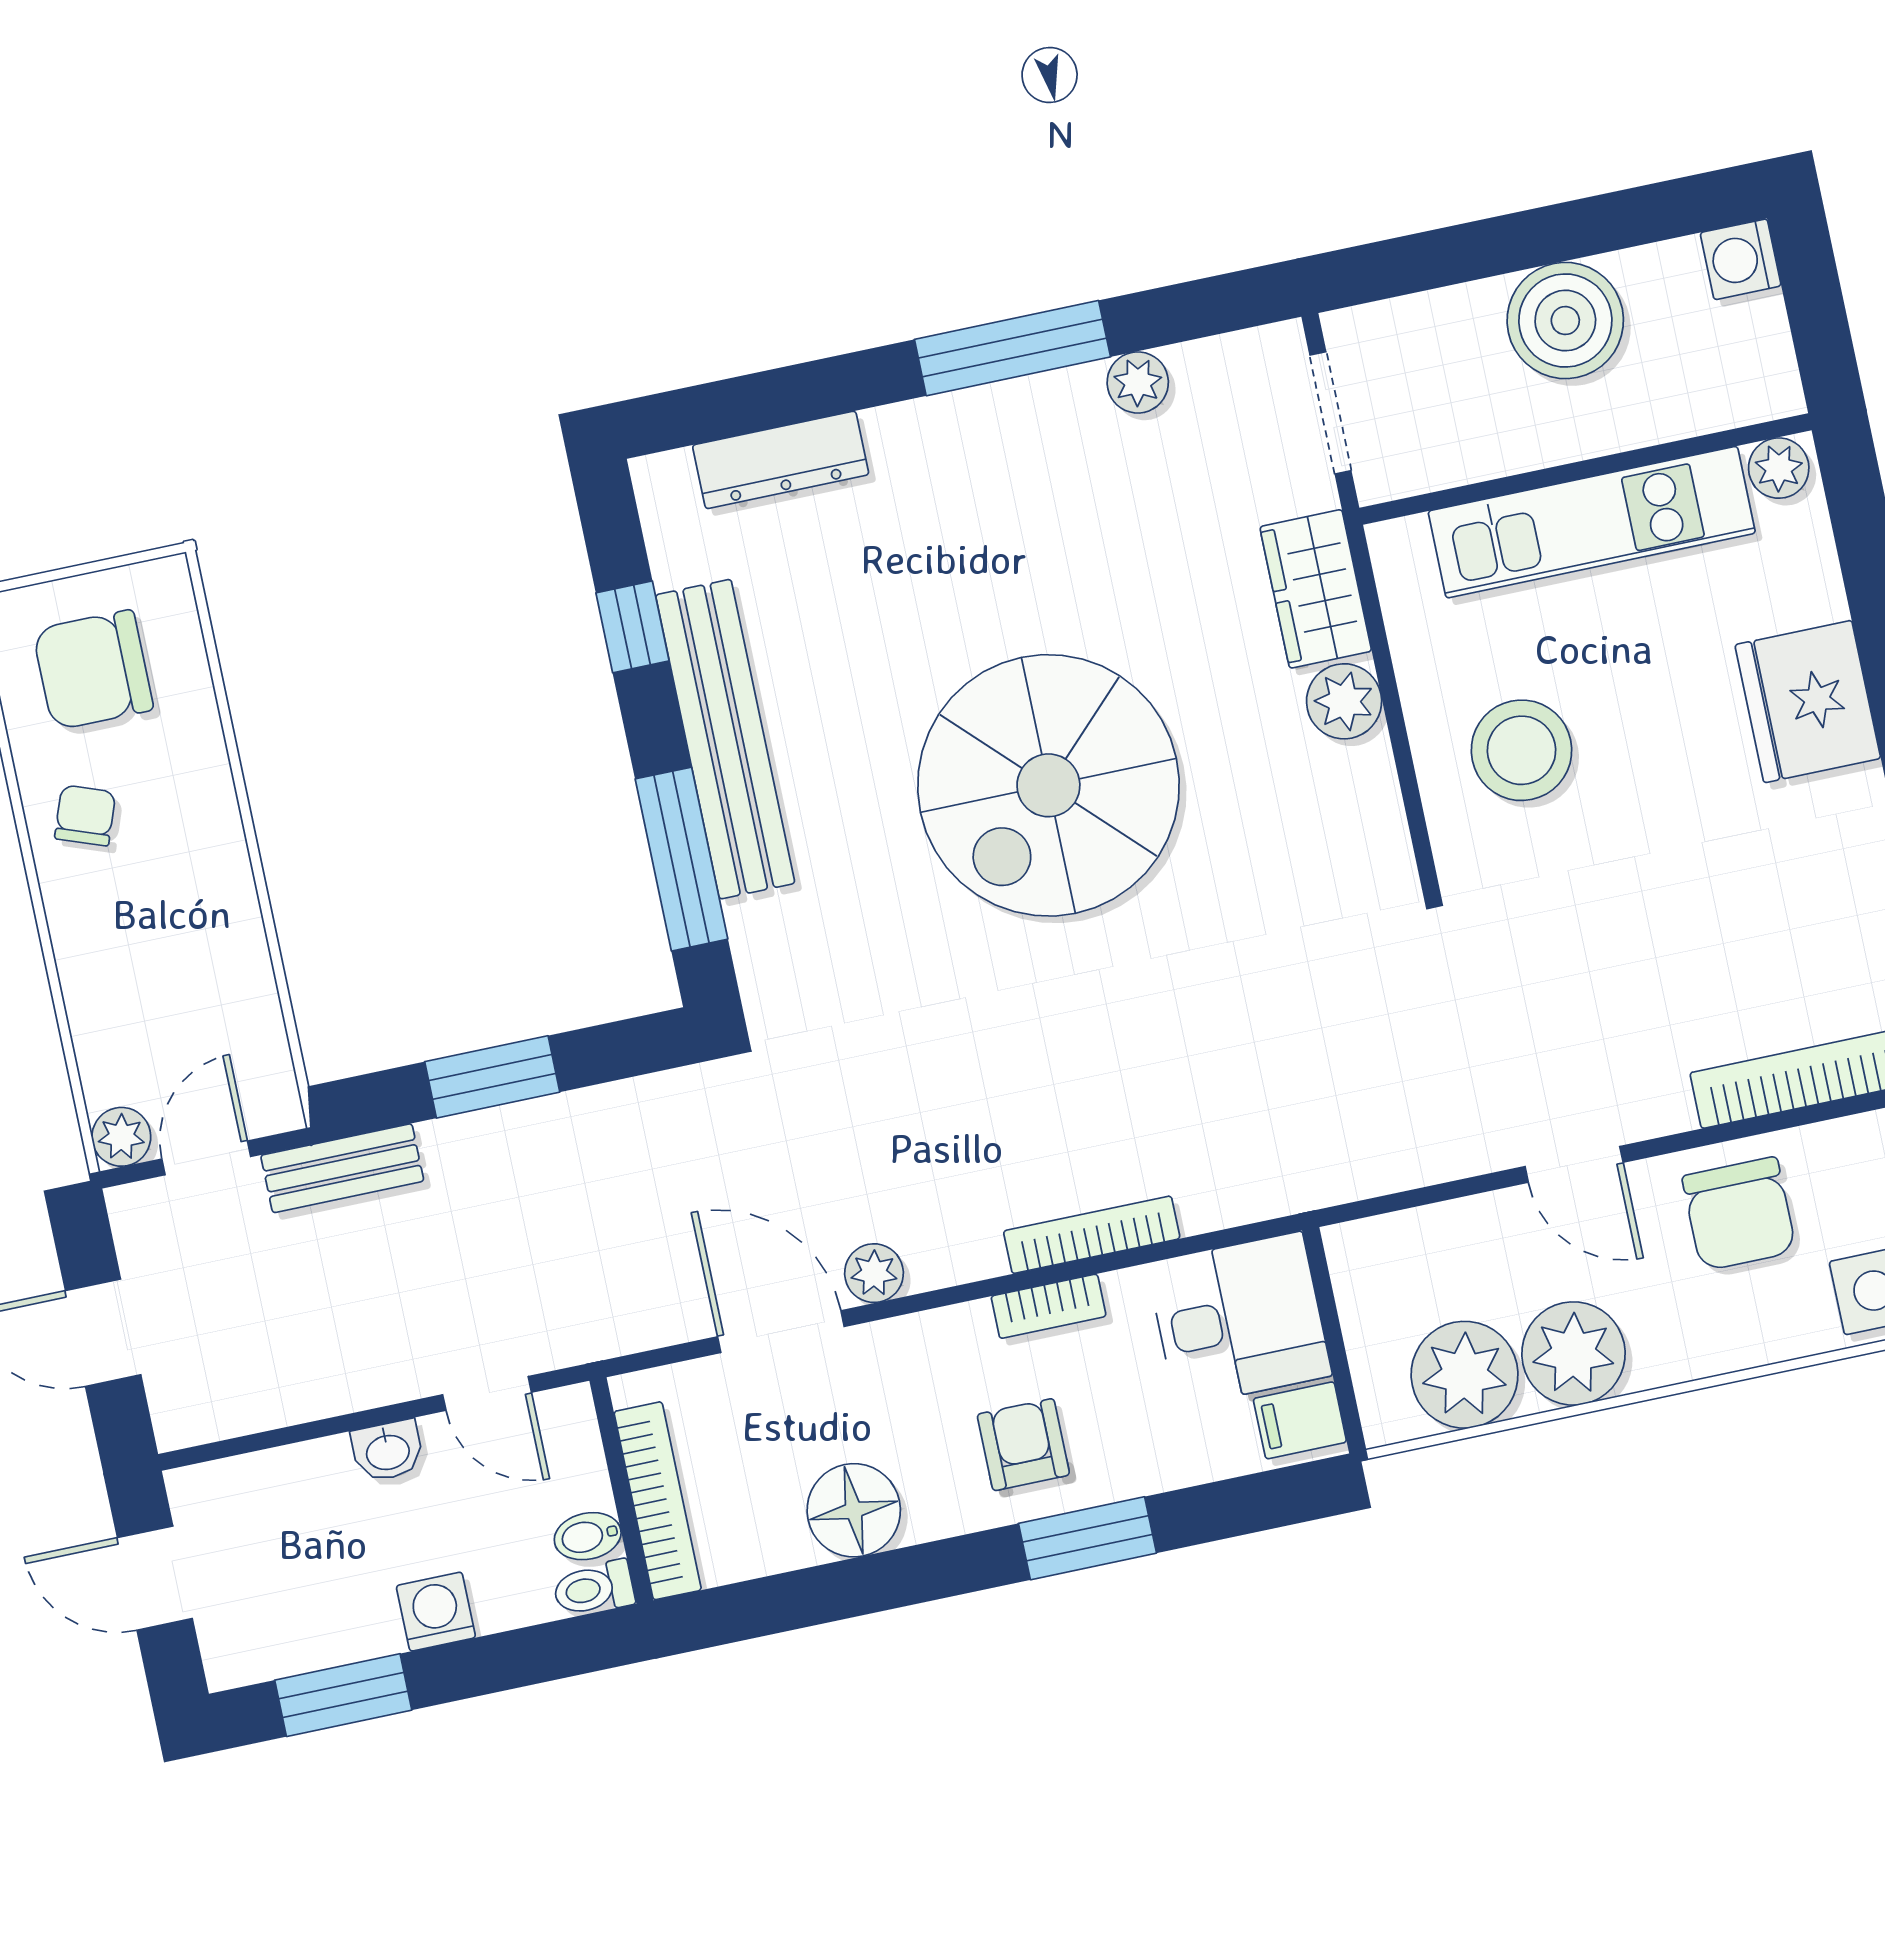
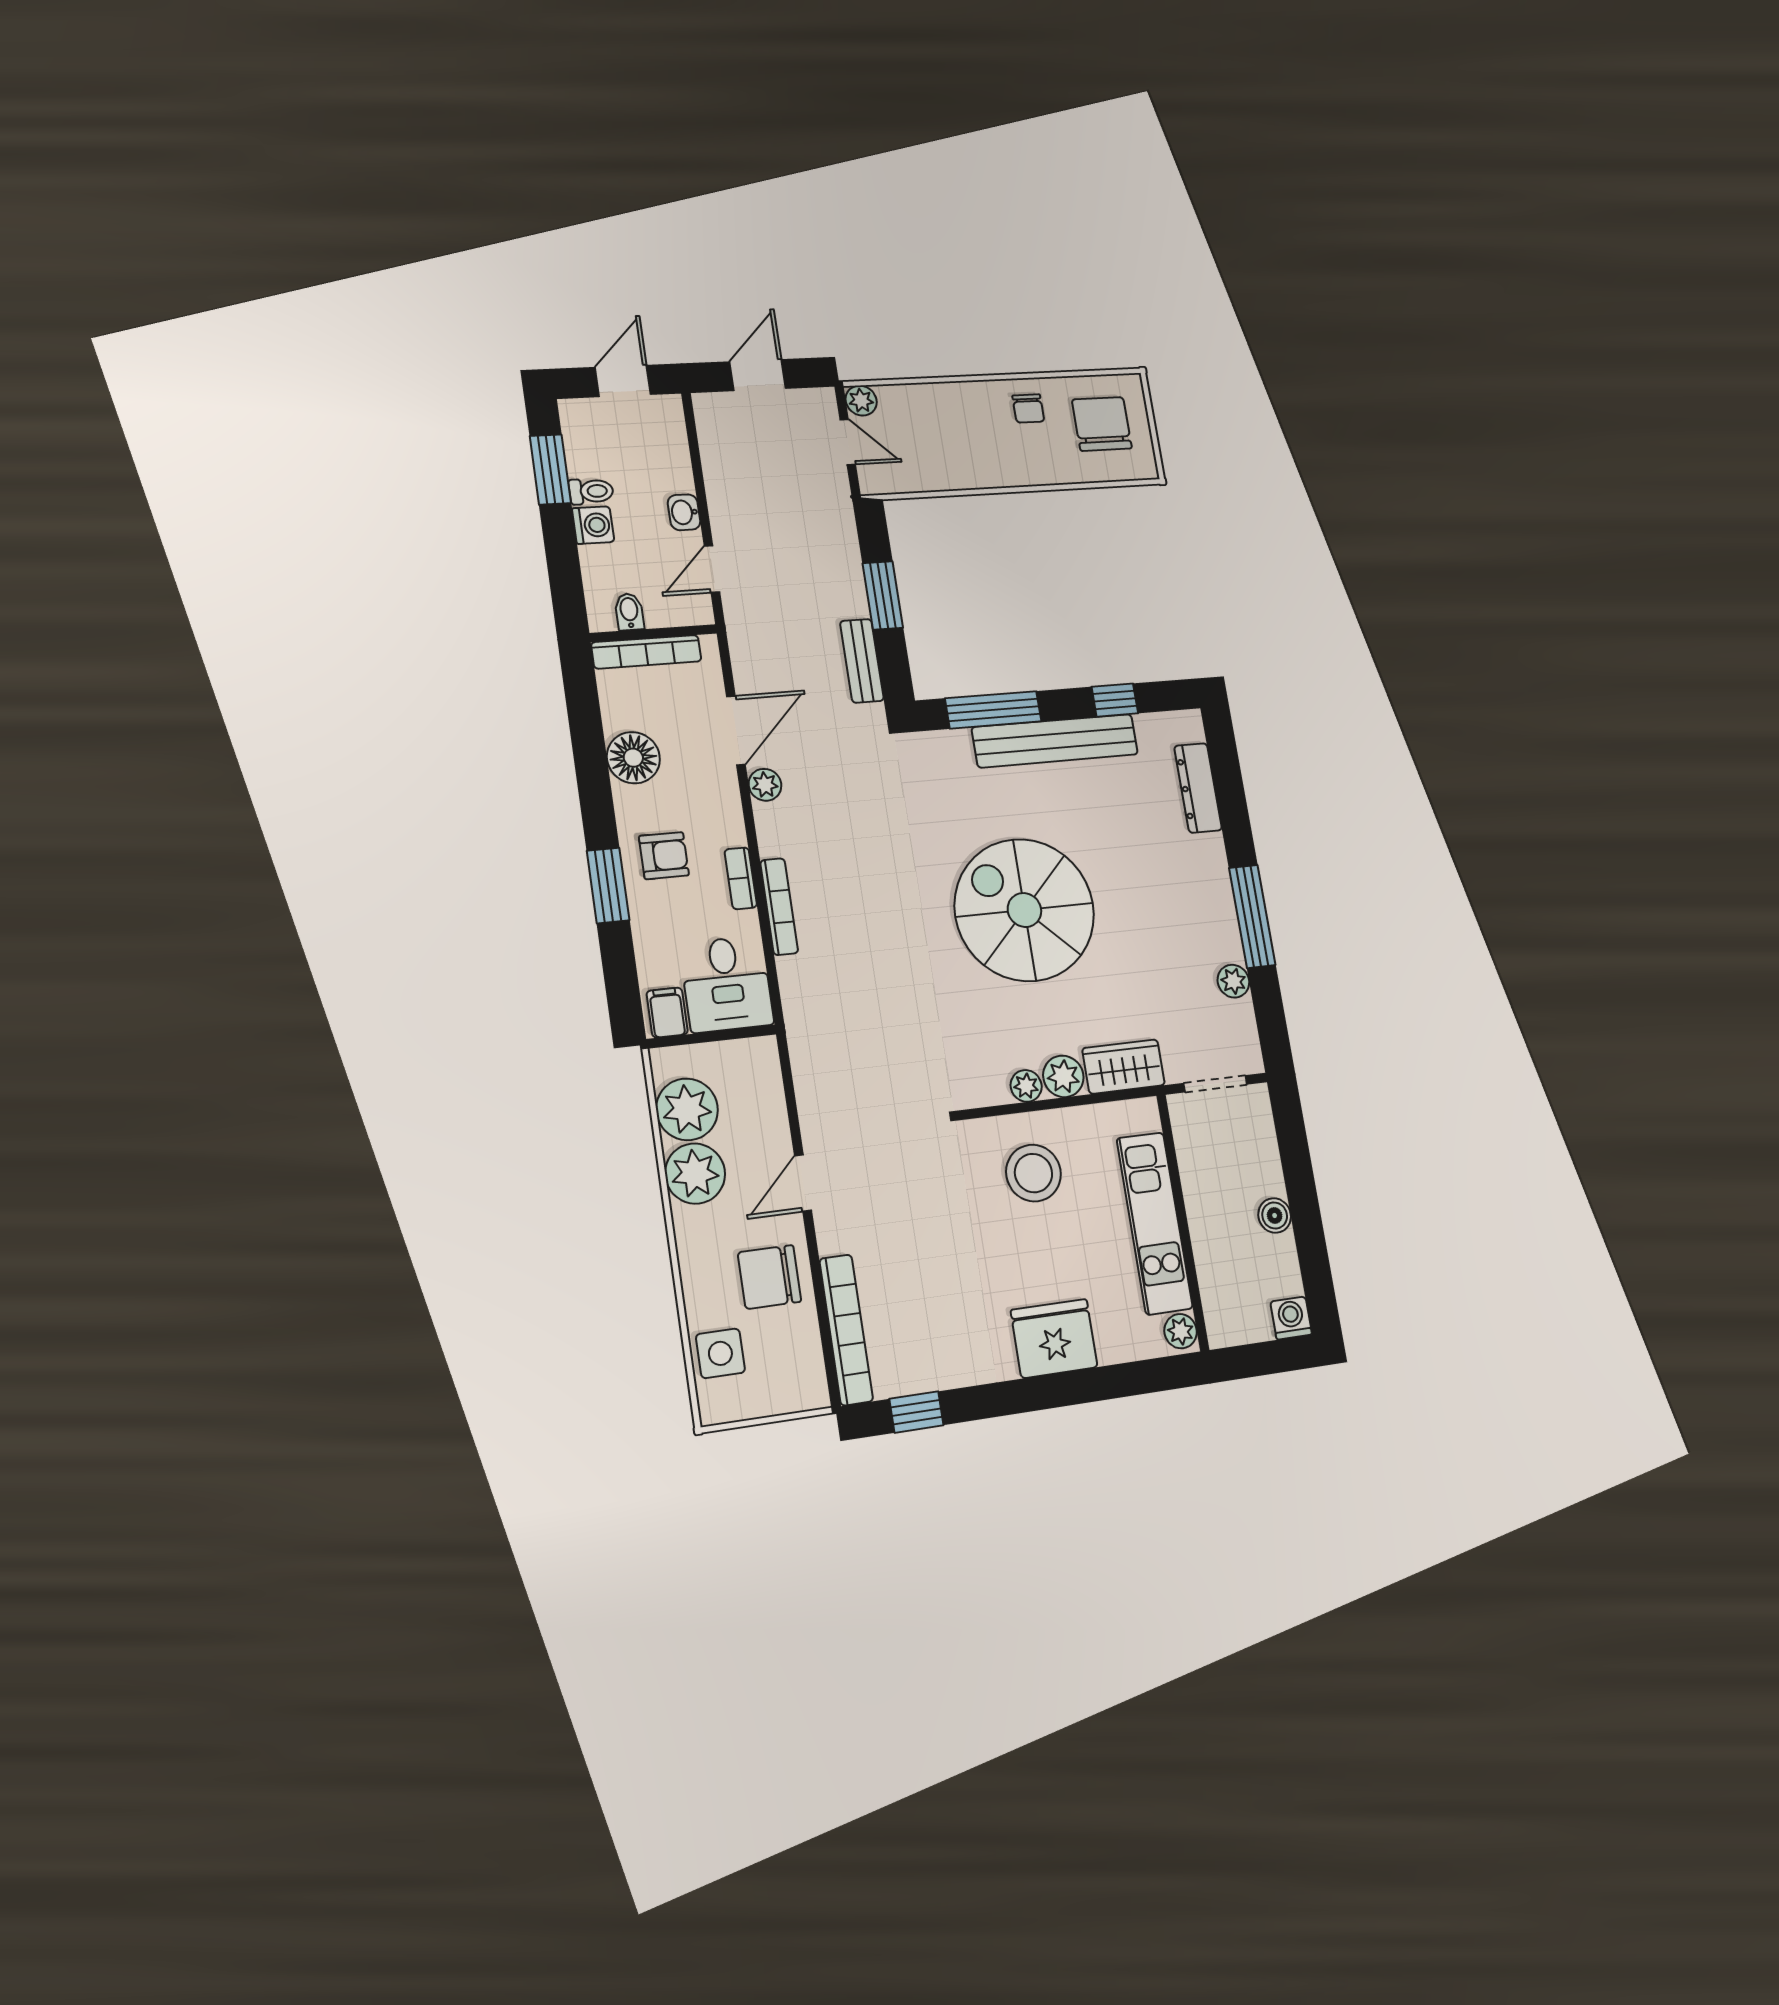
boiler: (1565, 321) -> (1275, 1216), width x0.54, depth x0.54
plant: (1368, 770) -> (1026, 1086), added
chair: (85, 815) -> (1028, 408), turned 70
bench: (342, 1168) -> (862, 661), moved
toilet: (594, 1589) -> (591, 491), moved, turned 90

